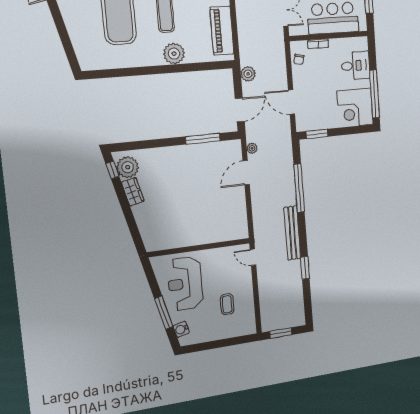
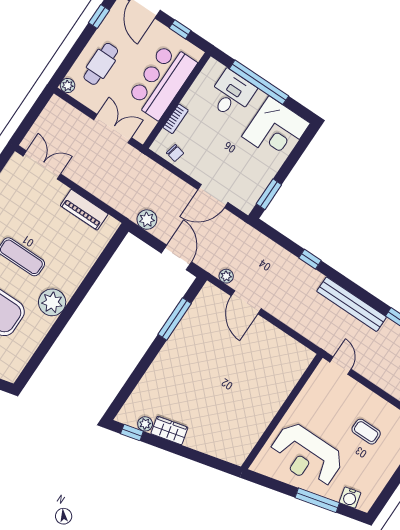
piano: (222, 31) -> (84, 210), width x0.73, depth x0.75
plant: (174, 54) -> (52, 302), moved
window: (375, 94) -> (259, 82), moved
plant: (128, 167) -> (145, 424), width x0.53, depth x0.53
window: (299, 188) -> (310, 259), width x0.32
door: (253, 257) -> (341, 366), swing flipped

